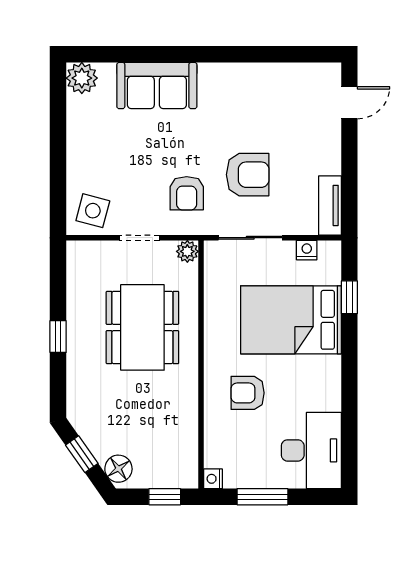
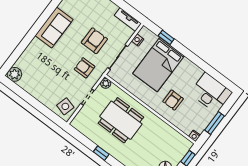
sofa: (157, 86) -> (54, 28), moved
armchair: (187, 193) -> (85, 68), turned 180

